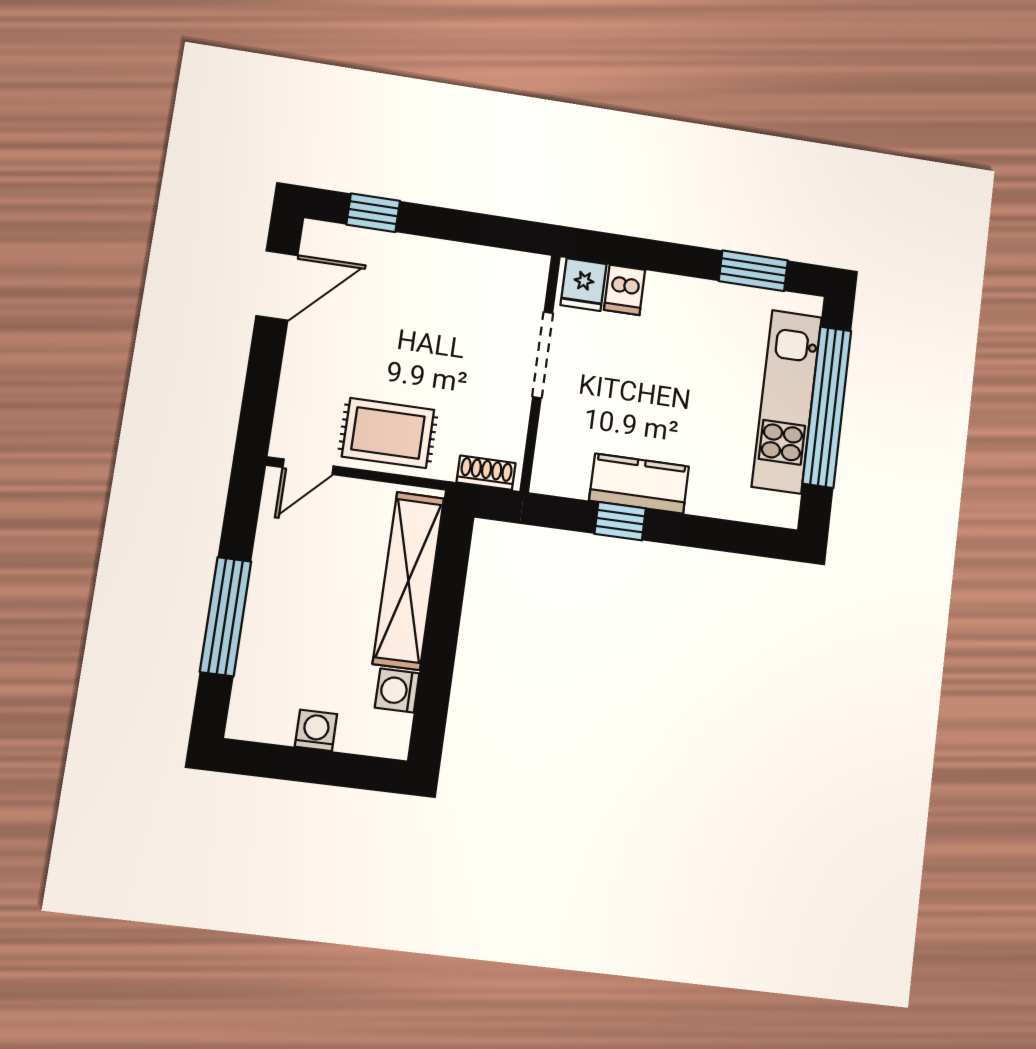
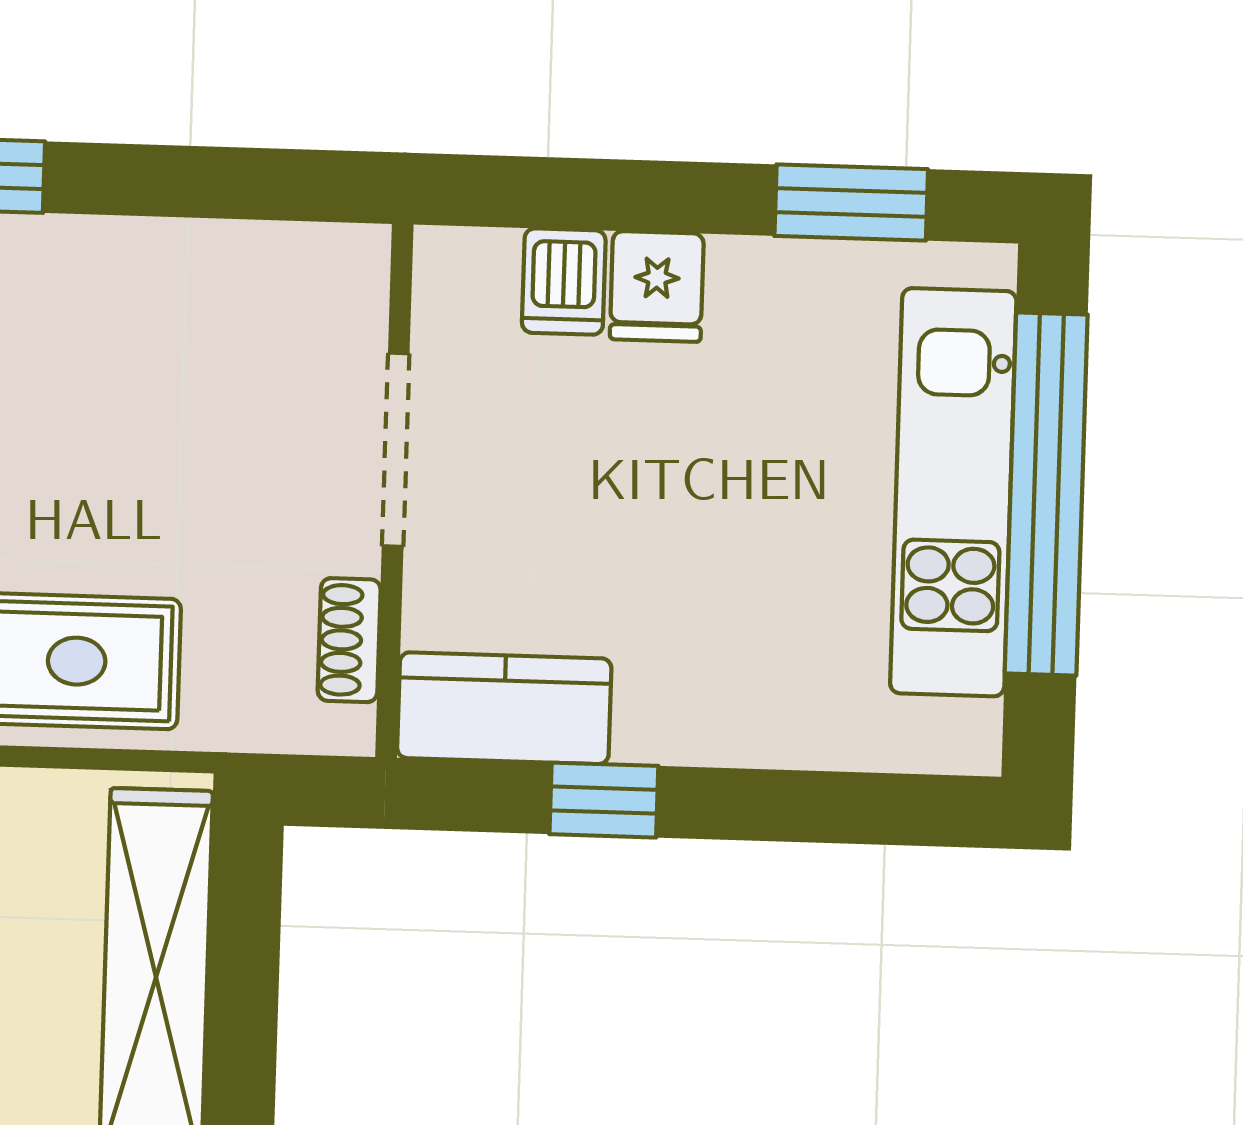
fridge: (584, 285) -> (657, 286), moved
shoe rack: (486, 473) -> (349, 640), moved, turned -90
kitchen counter: (639, 484) -> (504, 708), moved

